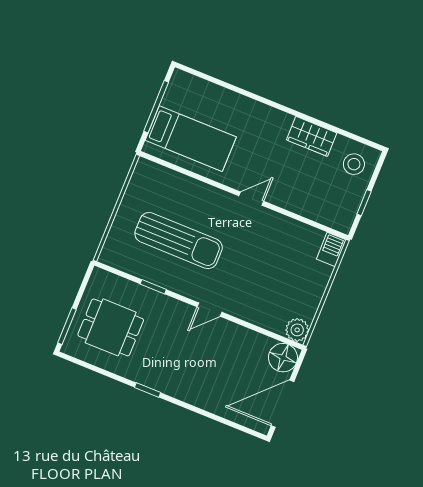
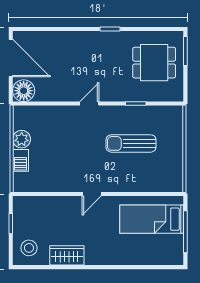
sun lounger: (179, 241) -> (131, 143), width x0.73, depth x0.75
barbecue: (331, 249) -> (20, 160), moved
plant: (297, 330) -> (22, 139), moved
door: (282, 404) -> (11, 58), hinge flipped

